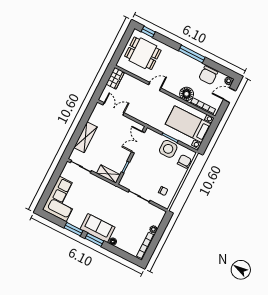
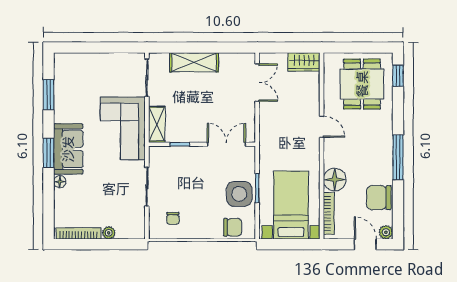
corner sofa: (63, 199) -> (123, 128), moved, turned 90
window: (74, 229) -> (49, 95), moved

